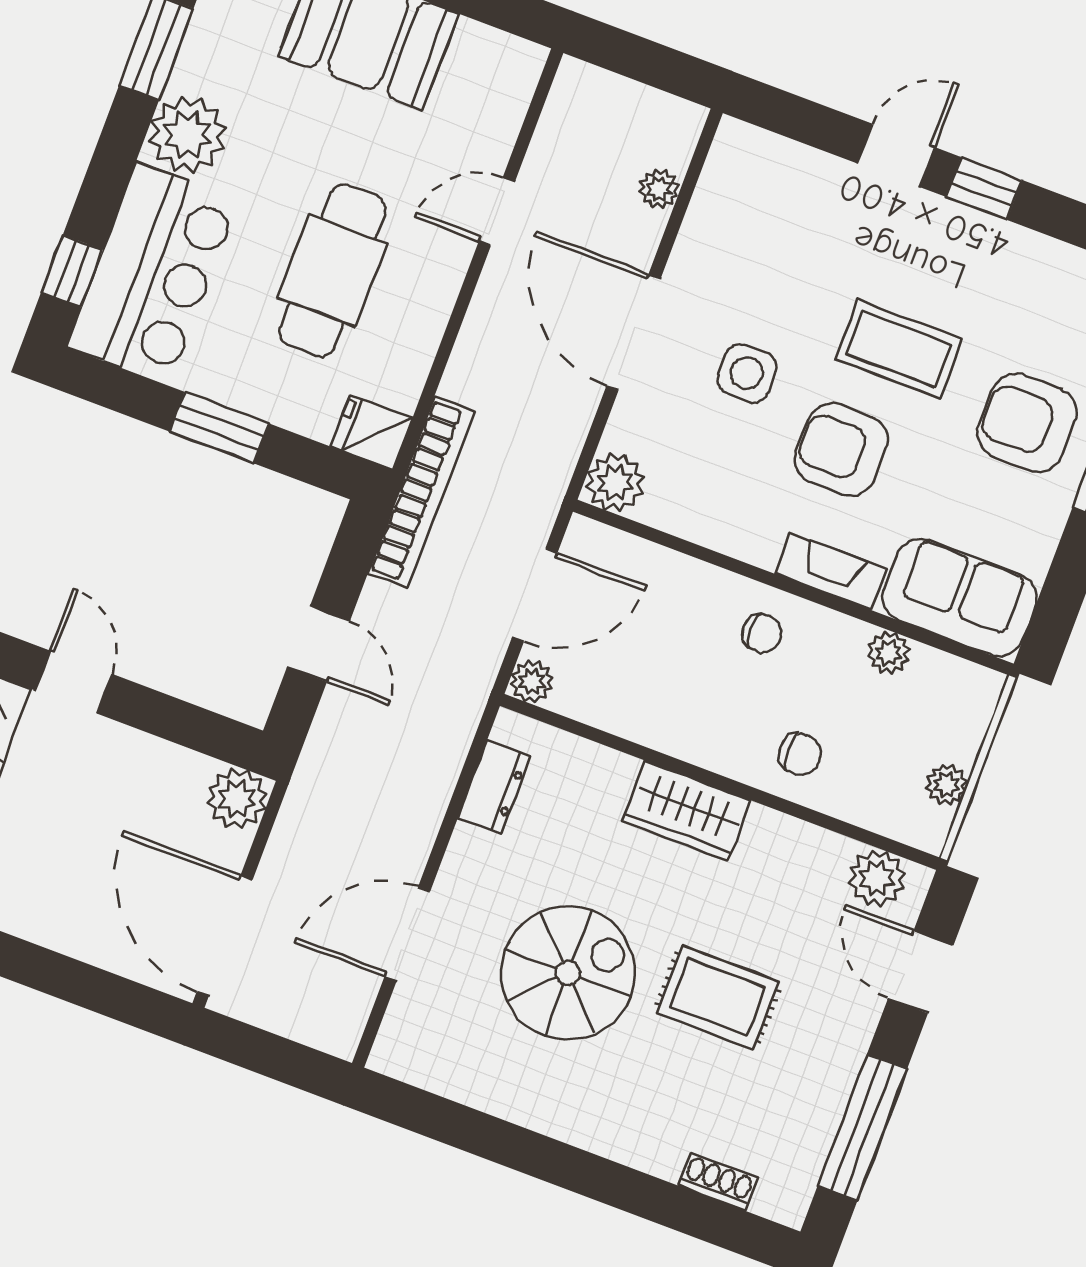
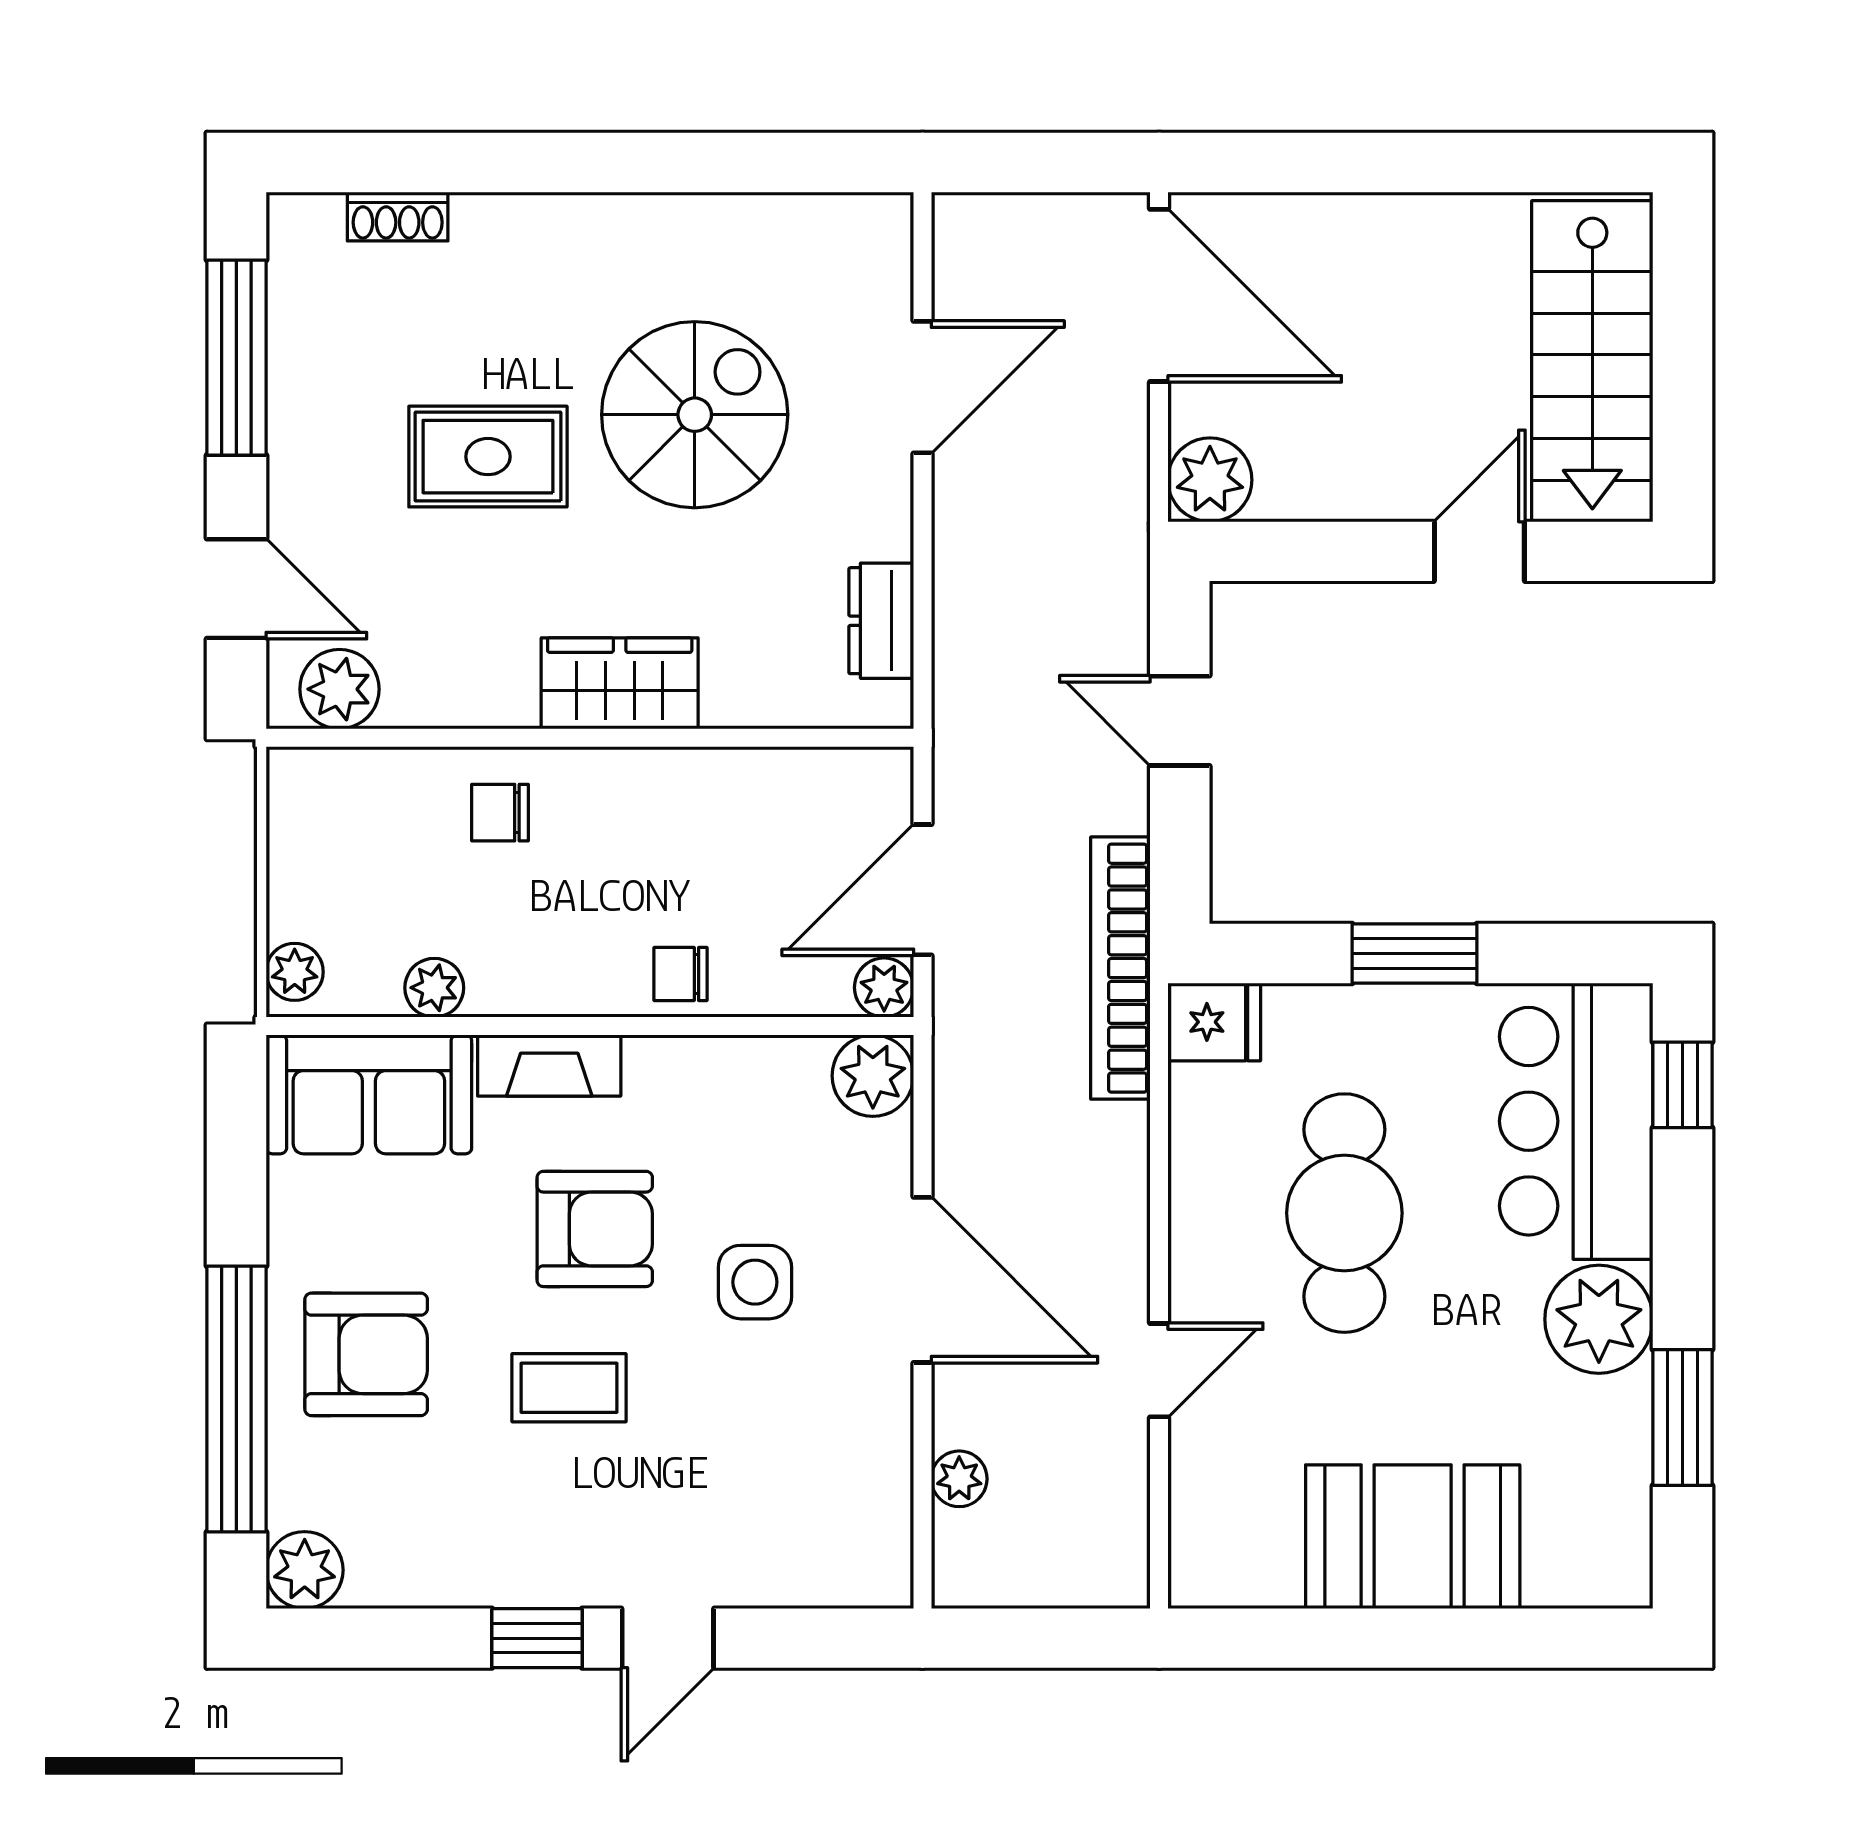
coffee table: (899, 349) -> (569, 1388), width x0.73, depth x0.77
chair: (762, 633) -> (681, 974), moved
plant: (532, 681) -> (884, 988), moved
door: (74, 682) -> (1479, 551), swing flipped
plant: (946, 785) -> (295, 972), moved
spiral stairs: (568, 973) -> (695, 415), turned 180

